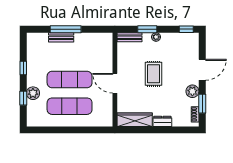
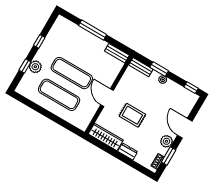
bench: (61, 37) -> (117, 53), moved
door: (202, 70) -> (185, 128), swing flipped
rug: (154, 74) -> (132, 115), moved, turned 90

